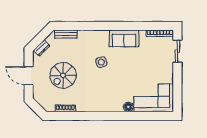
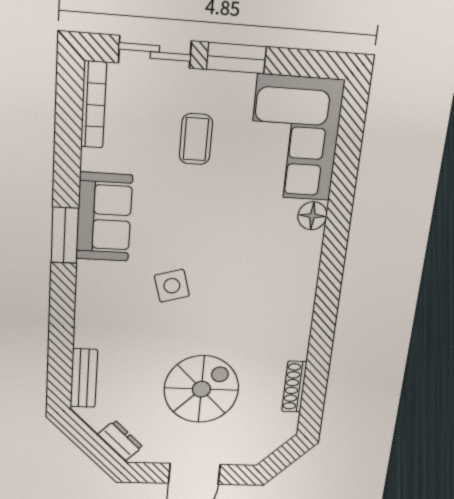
window: (117, 26) -> (65, 235), added
coffee table: (151, 66) -> (196, 139), added
spiral stairs: (63, 75) -> (201, 389), turned -90
window: (177, 77) -> (236, 58), added

